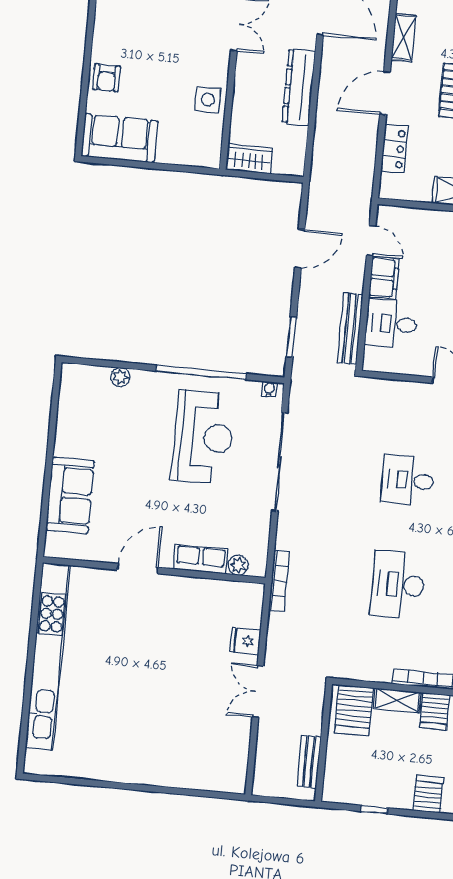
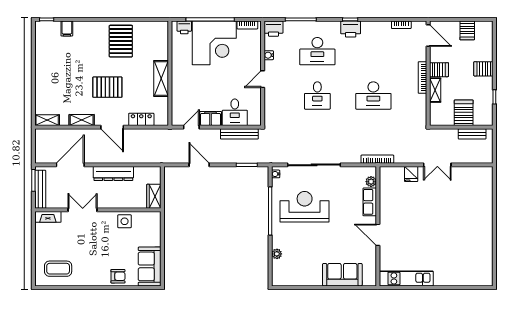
kitchen unit: (48, 657) -> (406, 278), width x0.54
server rack: (354, 710) -> (464, 113), moved, turned -90

